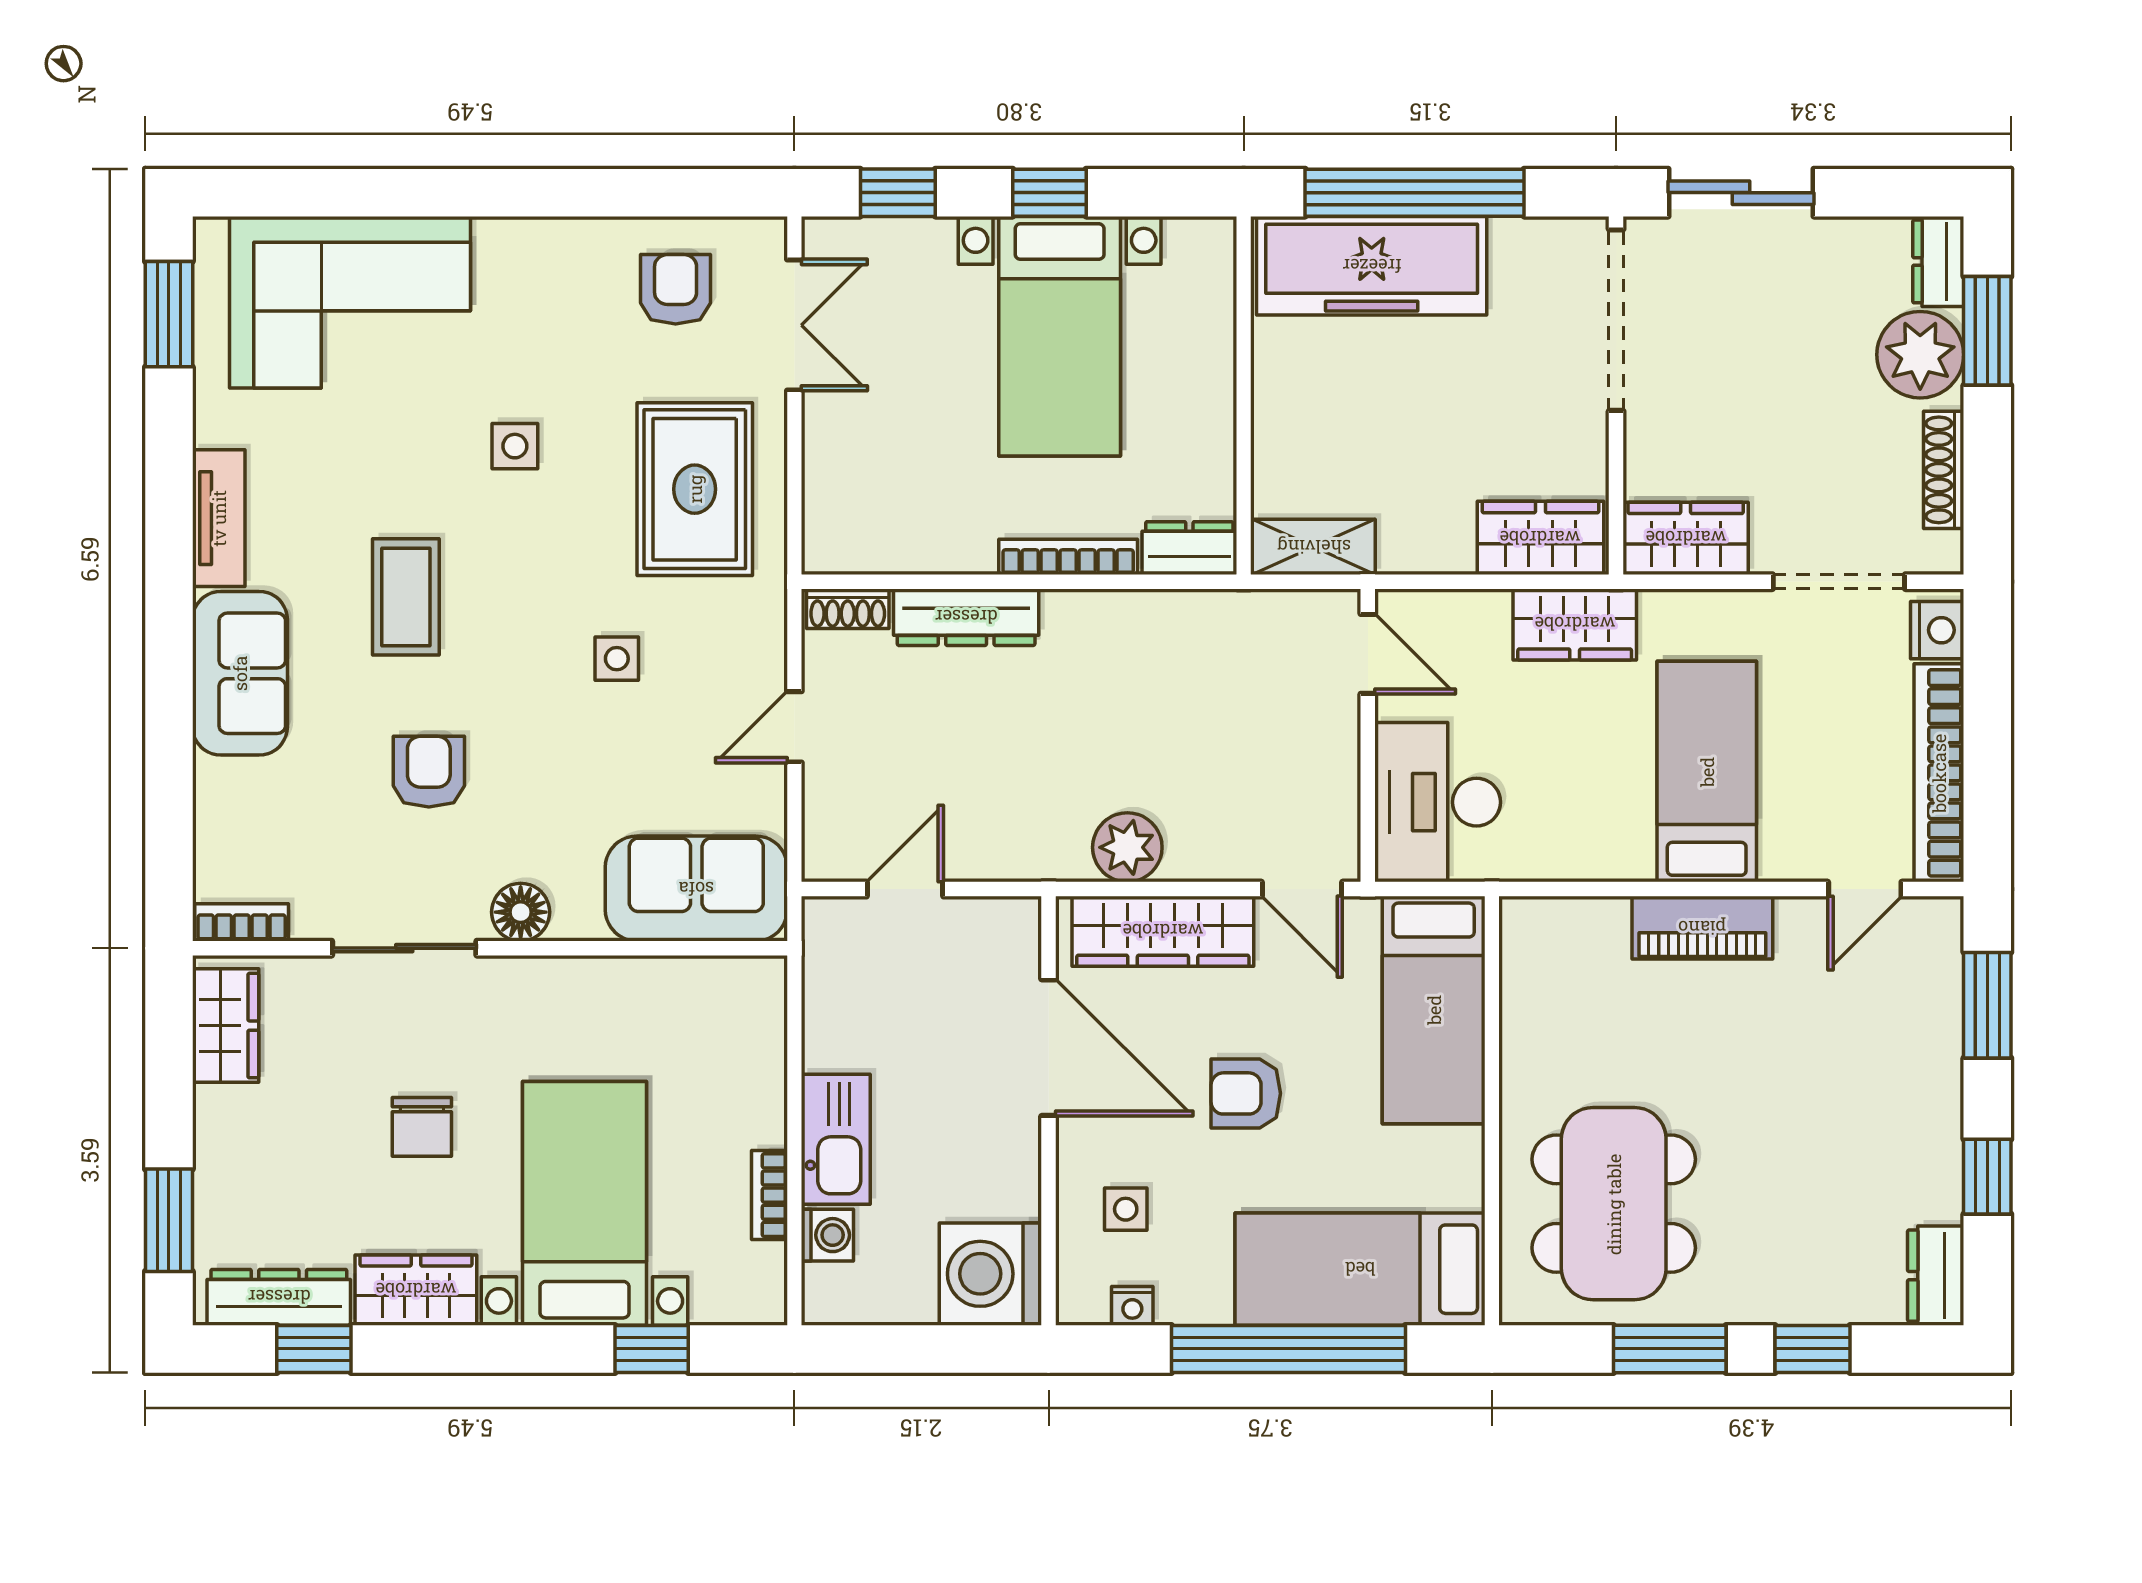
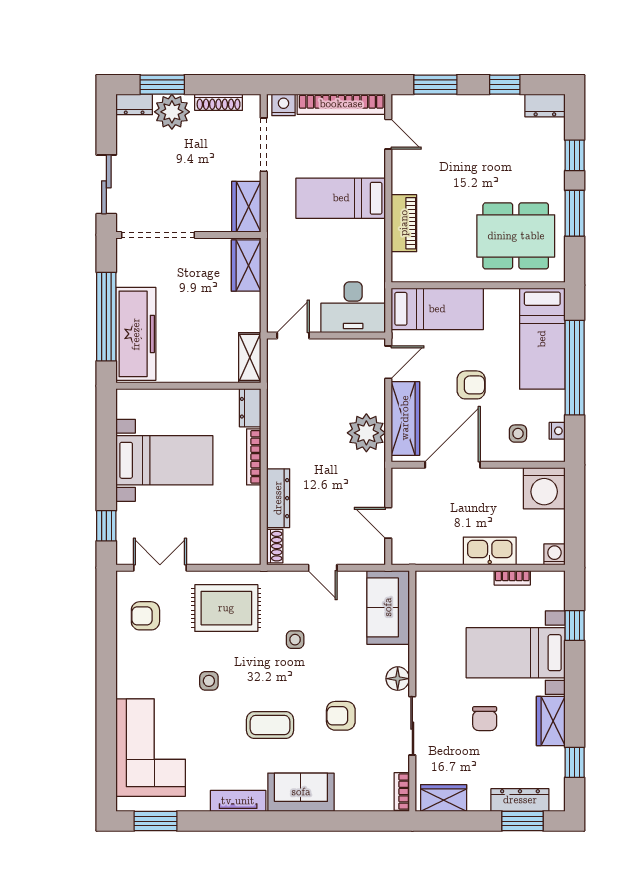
window: (1049, 193) -> (106, 464), removed
wardrobe: (1575, 624) -> (281, 252), removed
plant: (1127, 847) -> (366, 433), width x1.36, depth x1.36
piano: (1702, 928) -> (404, 223), moved
armchair: (1246, 1093) -> (471, 385), turned -90
chair: (422, 1127) -> (485, 719), turned 90
washing machine: (827, 1235) -> (554, 554), moved
dresser: (279, 1297) -> (520, 800), moved, turned 90

